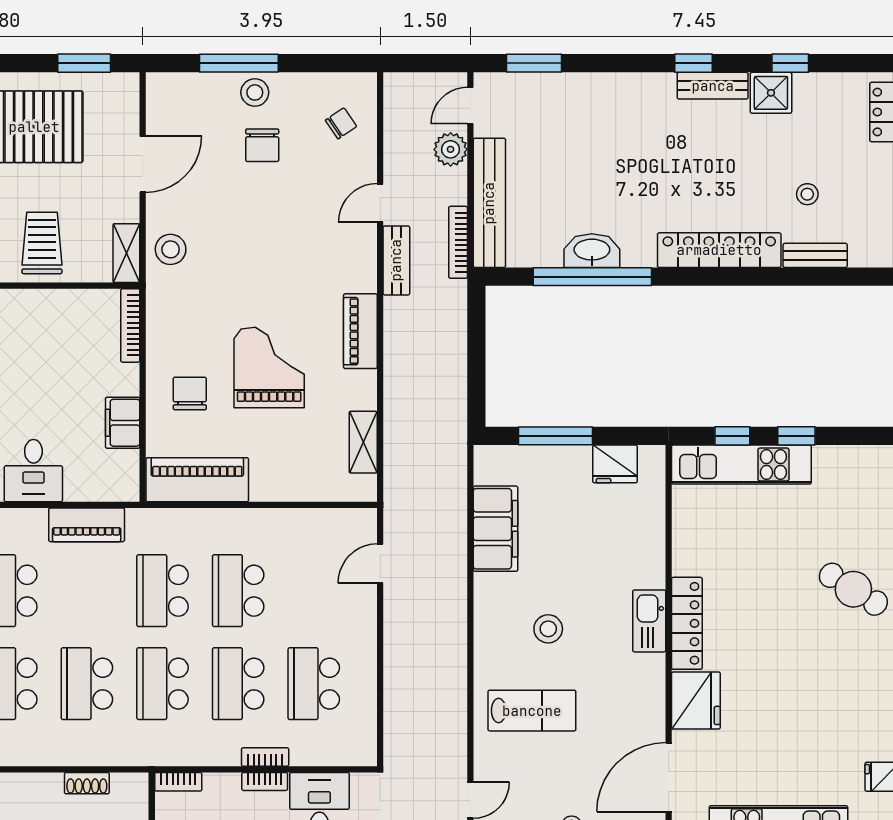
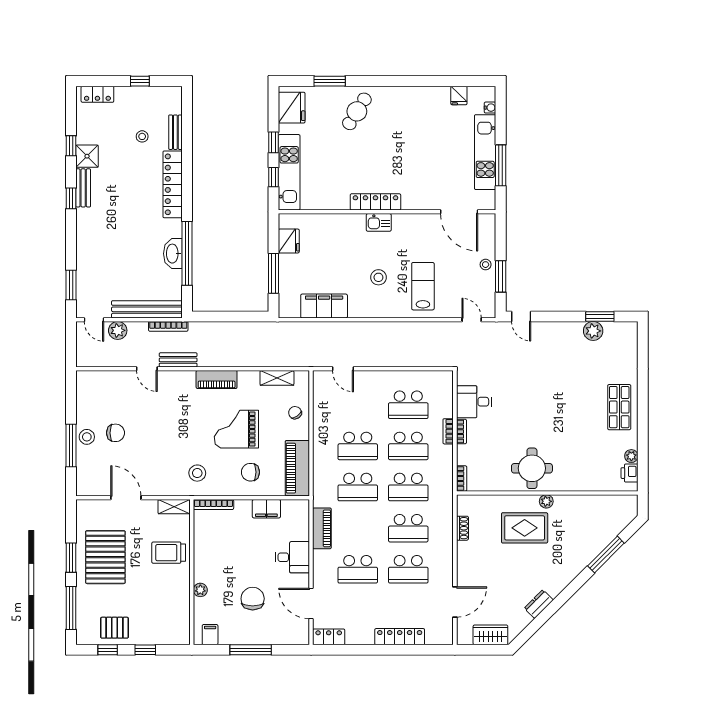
window: (84, 63) -> (71, 558), moved
chair: (341, 123) -> (295, 413), moved
stool: (171, 249) -> (197, 473), moved
kitchen sink: (649, 621) -> (379, 222), width x0.73
fridge: (696, 701) -> (292, 108), moved, turned 90

